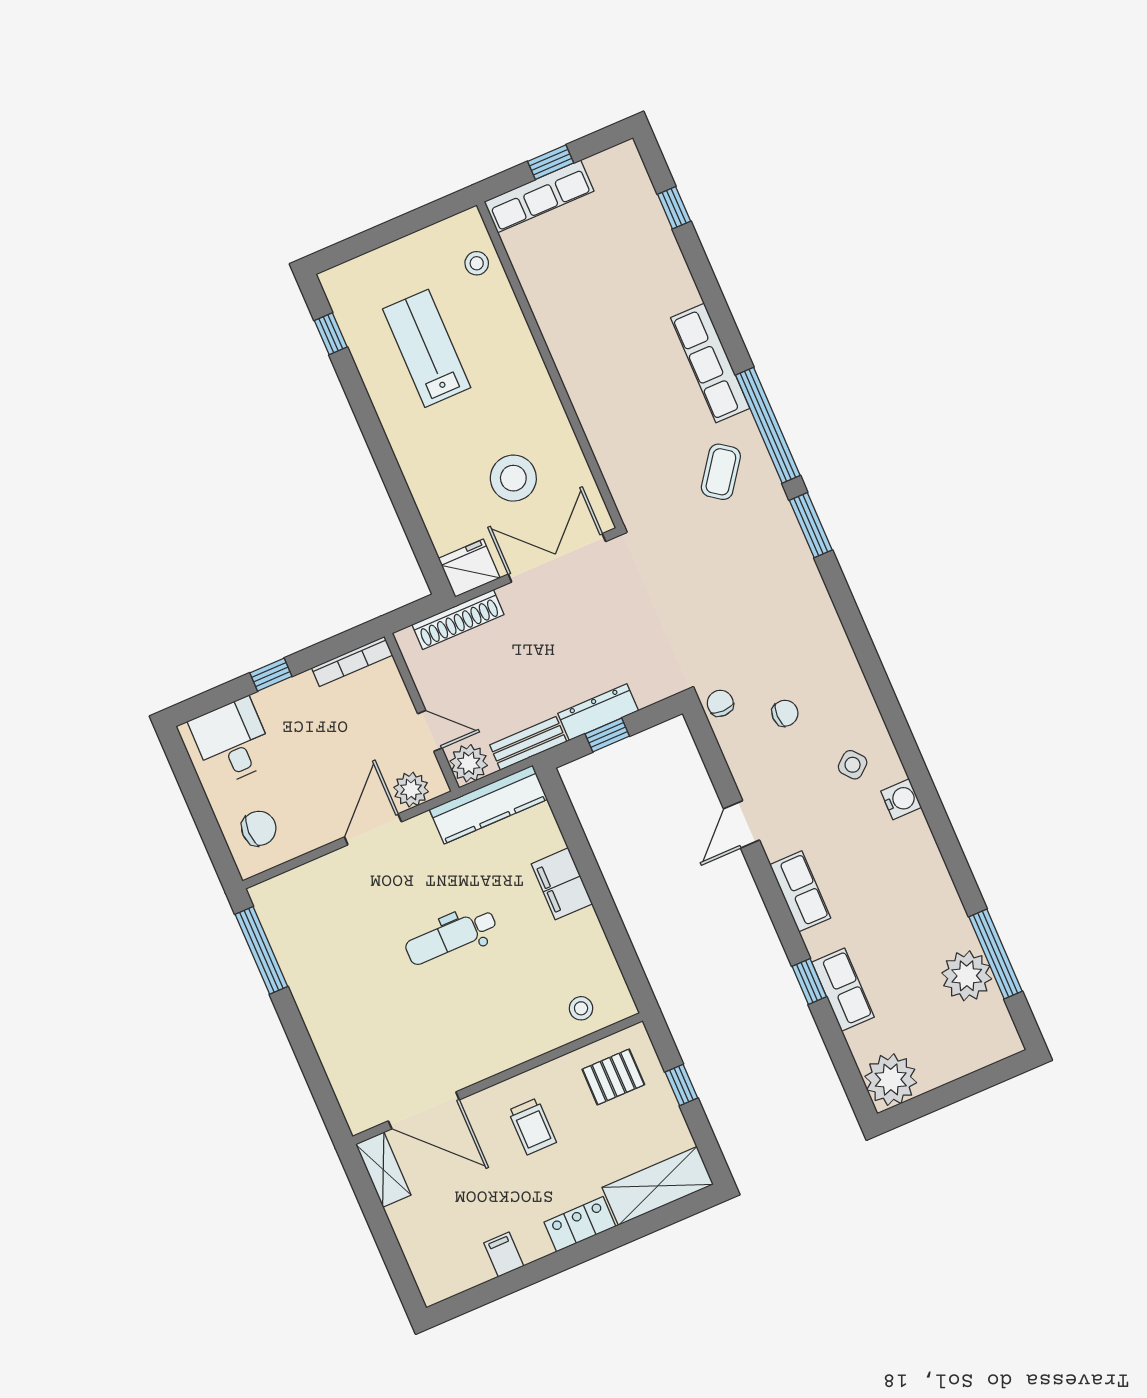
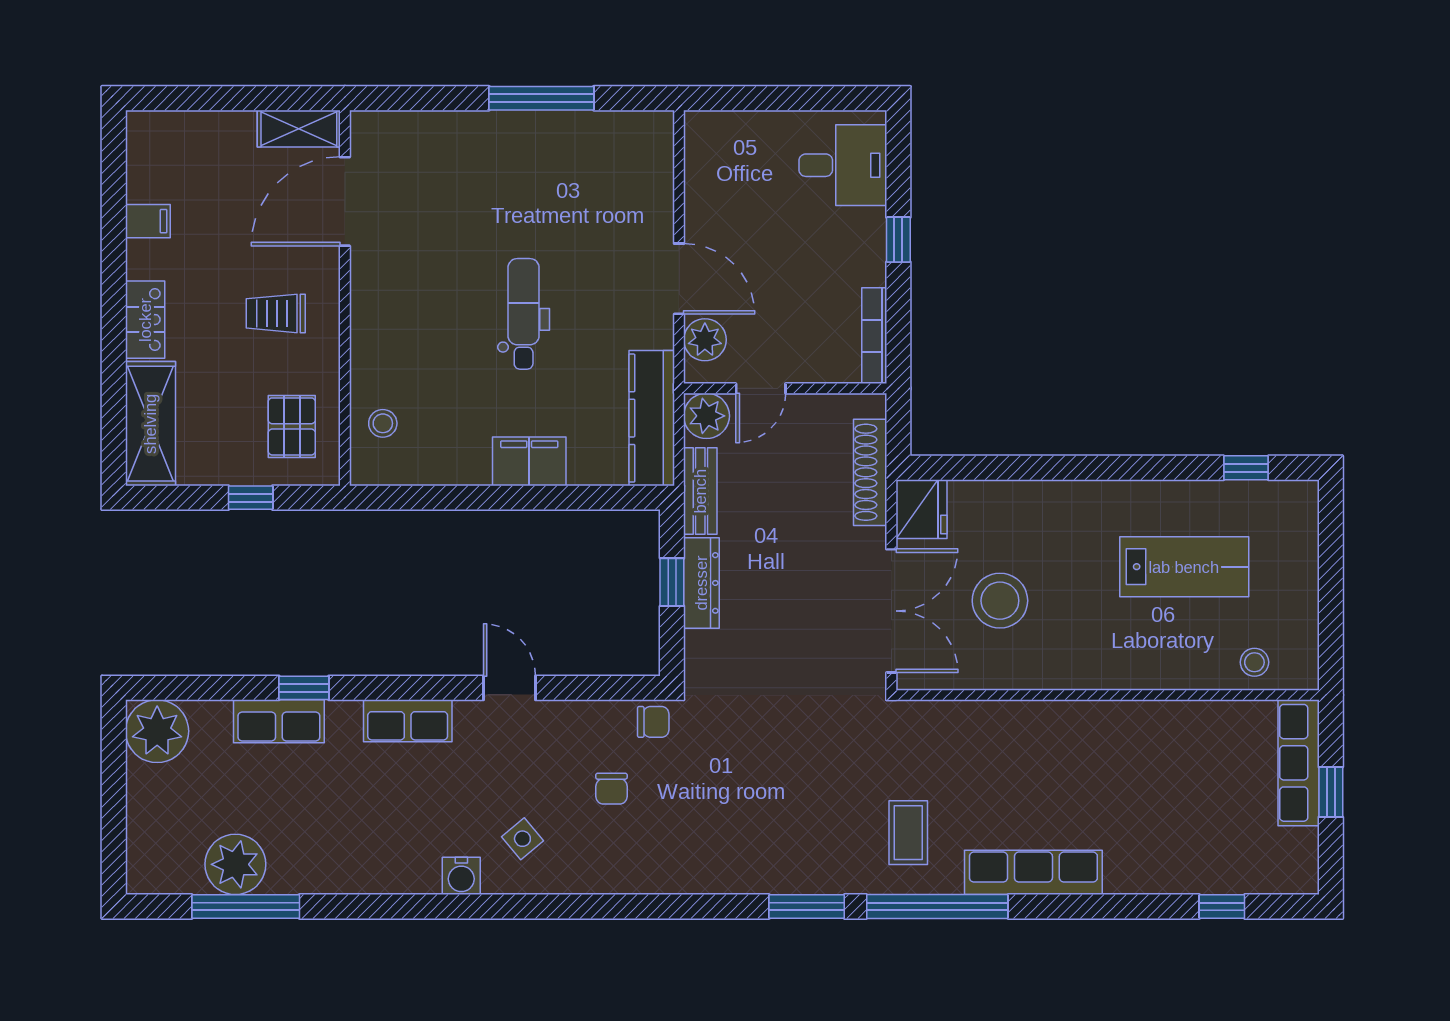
coffee table: (721, 472) -> (908, 833), turned 54
chair: (259, 828) -> (734, 153), removed
window: (261, 950) -> (541, 98), moved

